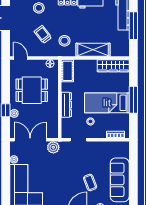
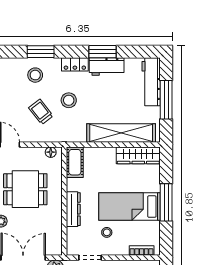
stool: (64, 41) -> (69, 100), moved
shelving: (93, 50) -> (121, 133), width x1.47

